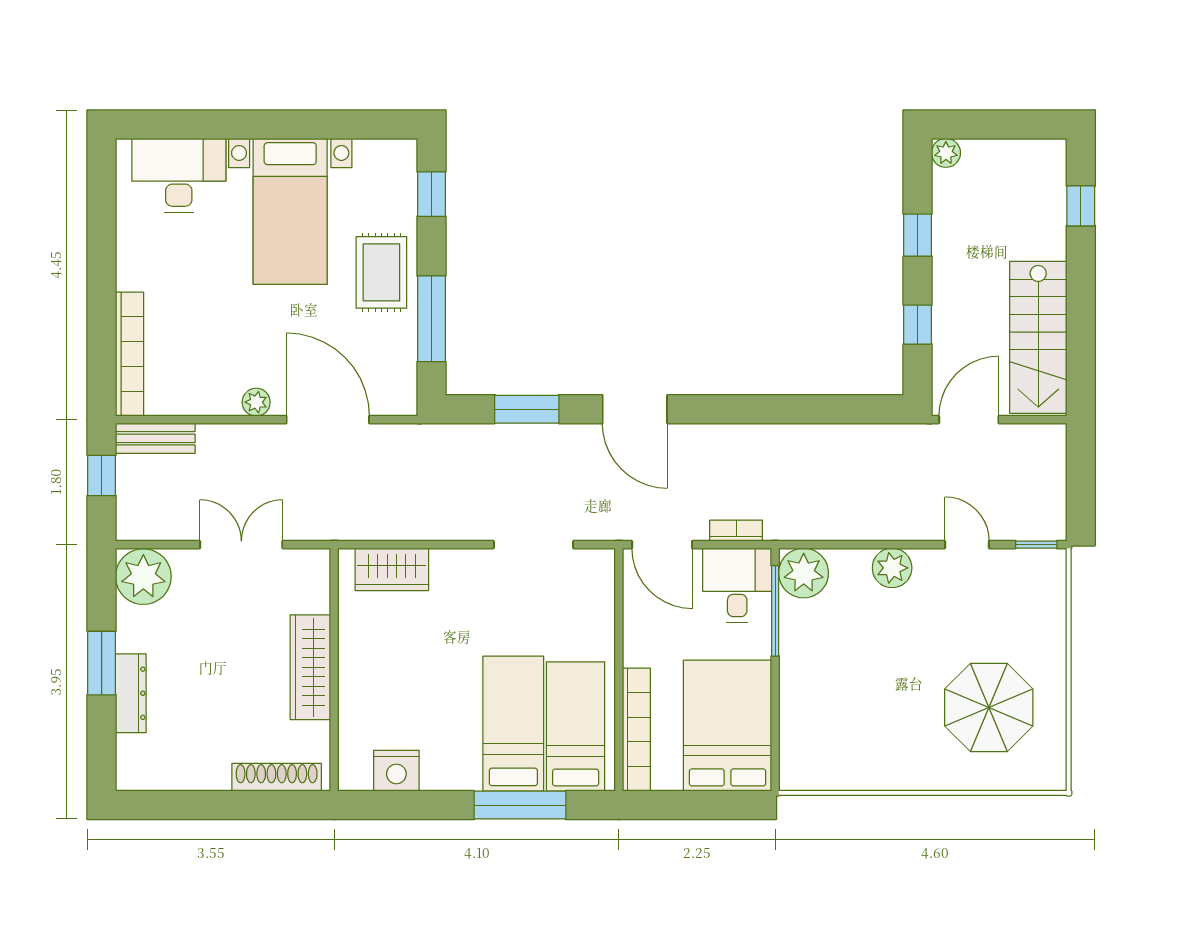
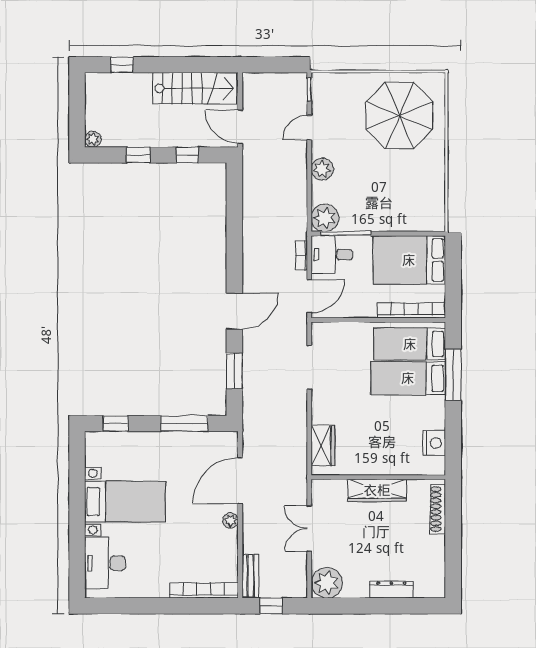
rug: (381, 272) -> (159, 451), removed
window: (102, 663) -> (375, 606), removed
parasol: (989, 707) -> (399, 116), width x1.36, depth x1.36

